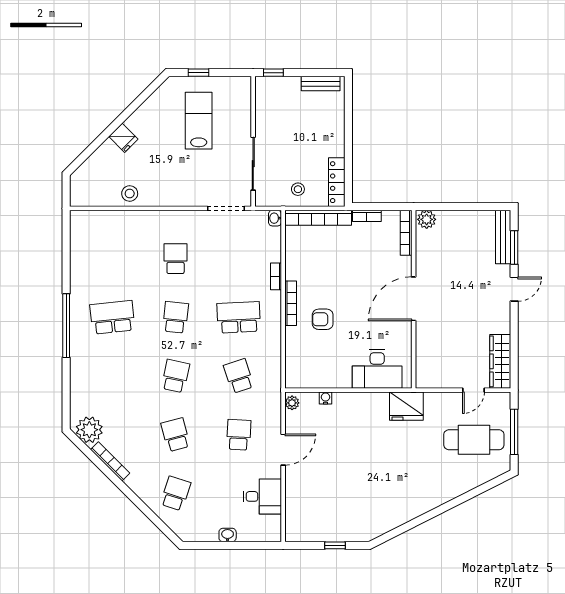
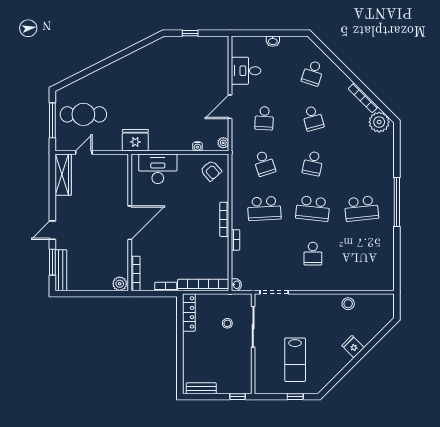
stool: (298, 189) -> (227, 323), moved
school desk: (176, 317) -> (313, 208), width x1.85
armchair: (323, 319) -> (211, 171), moved, turned 48

